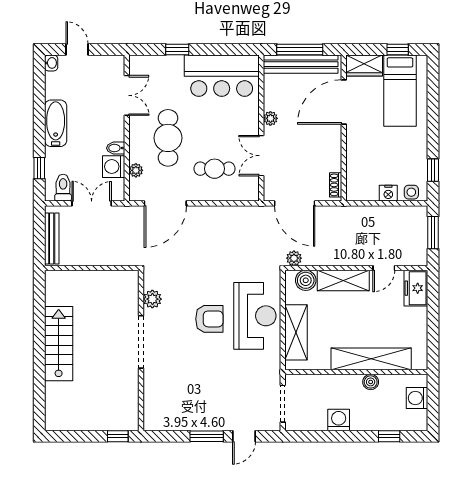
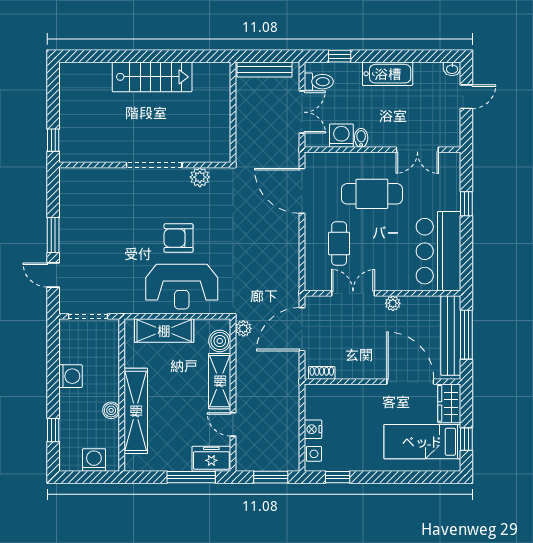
plant: (136, 170) -> (337, 159), removed
window: (433, 307) -> (191, 477), added
armchair: (209, 319) -> (178, 238), turned 90

